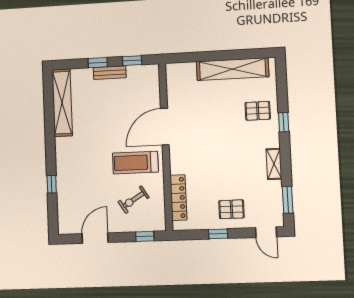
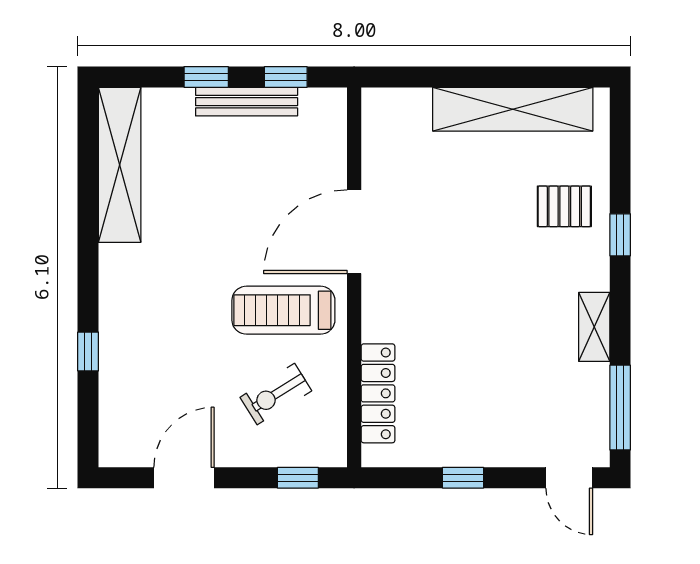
bench: (110, 73) -> (247, 102), width x1.36
window: (288, 200) -> (620, 408), width x1.44
pallet: (231, 209) -> (495, 424), removed

